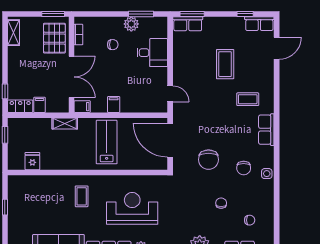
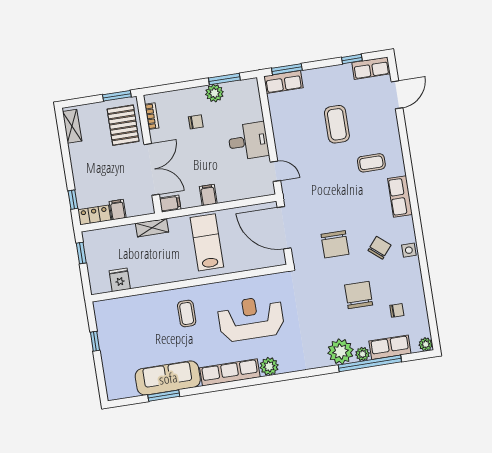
desk: (152, 53) -> (248, 141), moved
chair: (244, 168) -> (380, 248), turned -140
chair: (221, 203) -> (359, 295), width x1.87, depth x1.87

